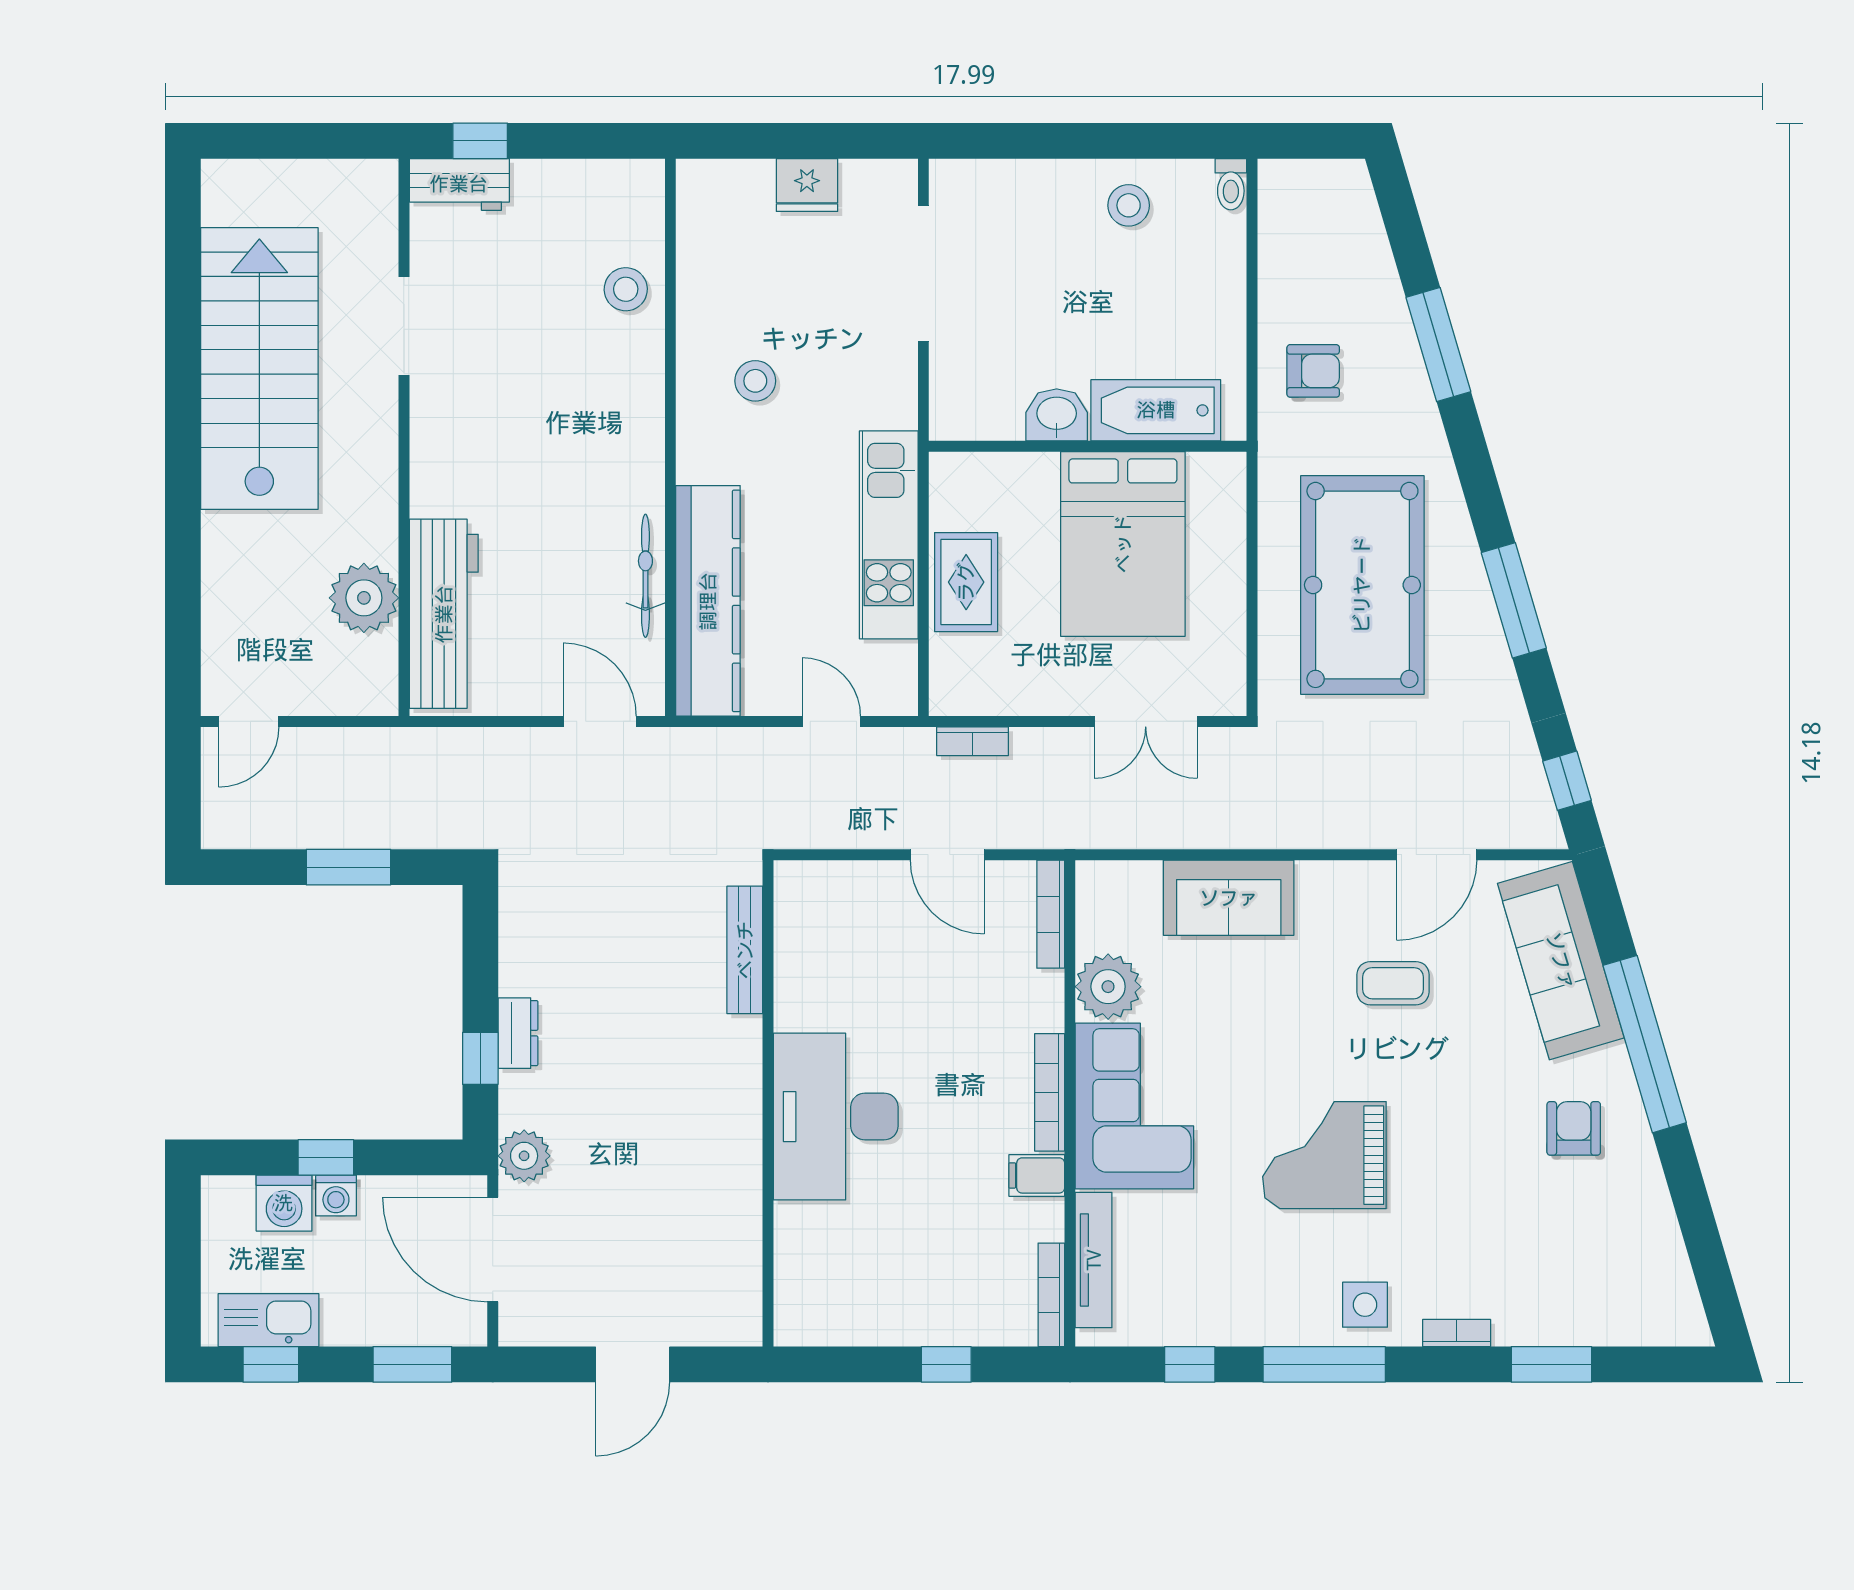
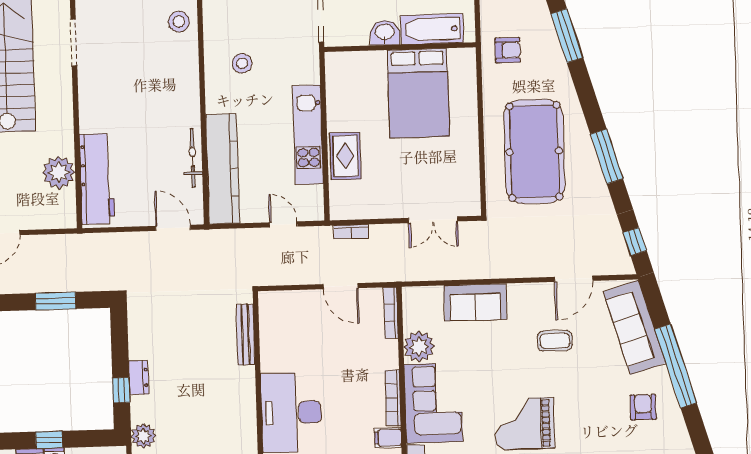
bathtub: (1156, 410) -> (432, 29), moved
washbasin: (1057, 415) -> (385, 33), moved
wall: (1088, 446) -> (400, 47), moved
bed: (1123, 544) -> (418, 93), moved

